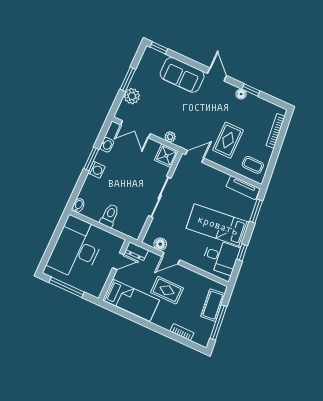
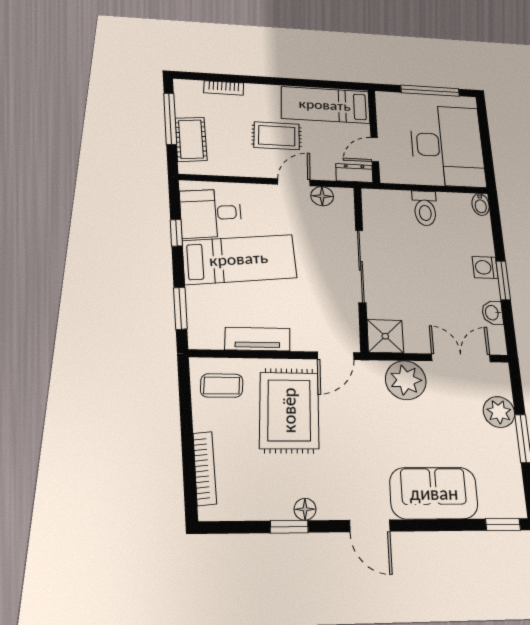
plant: (170, 137) -> (406, 380), width x1.87, depth x1.87
rug: (228, 140) -> (289, 410), width x1.36, depth x1.43
tv unit: (243, 188) -> (257, 339), moved

